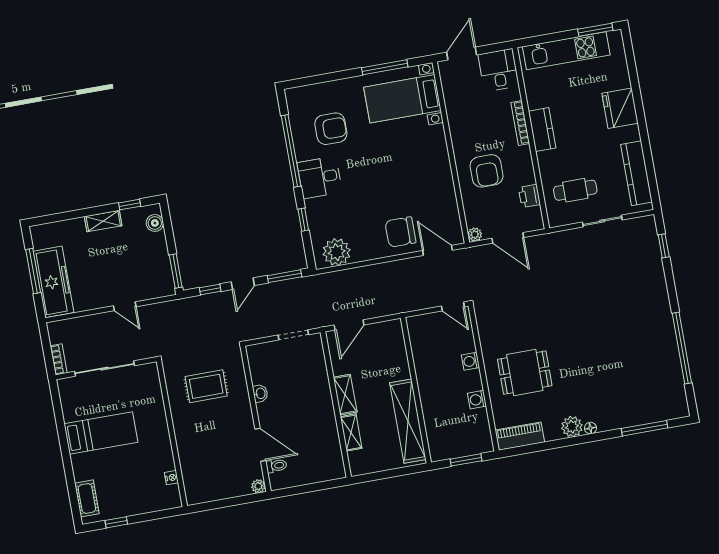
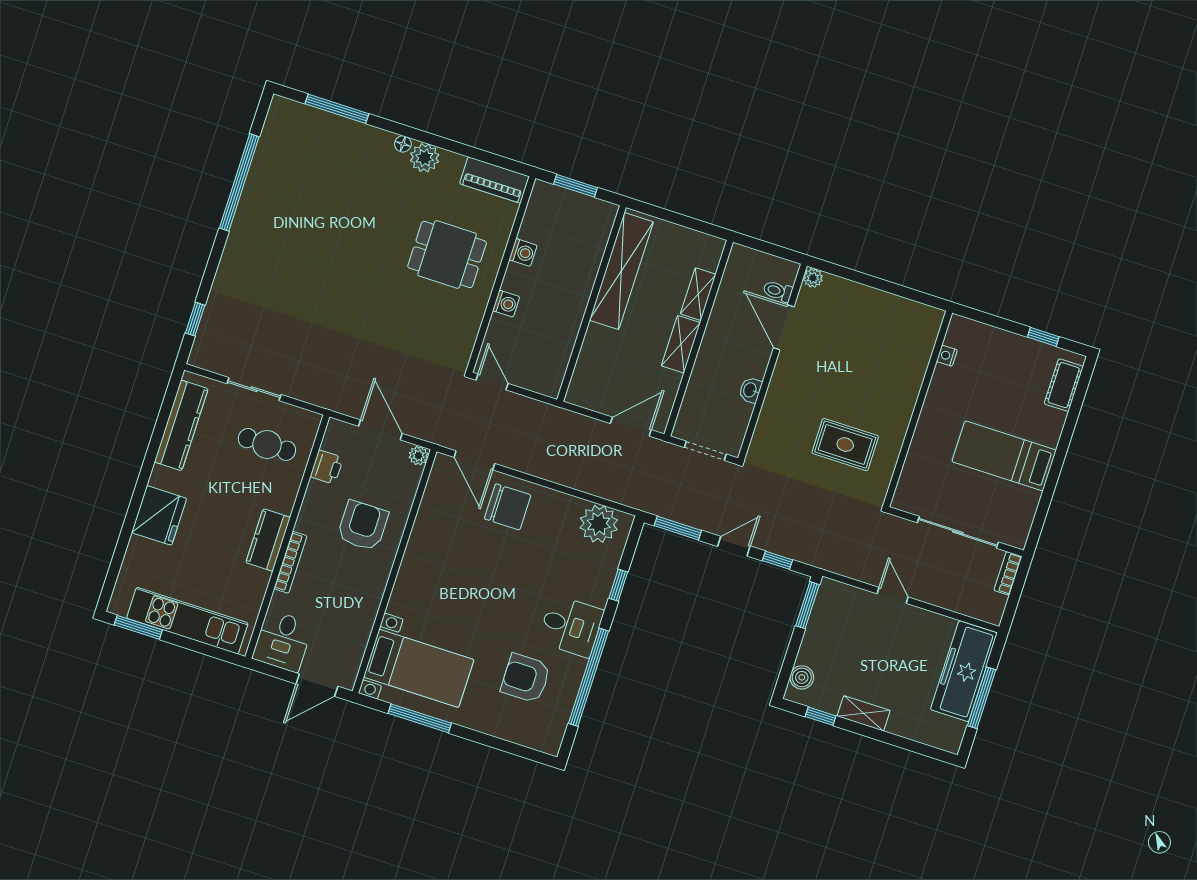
washbasin: (260, 393) -> (750, 390), moved
wall: (256, 419) -> (772, 362), moved
door: (260, 445) -> (784, 327), moved
toilet: (276, 466) -> (778, 291), moved
plant: (258, 486) -> (813, 278), moved

